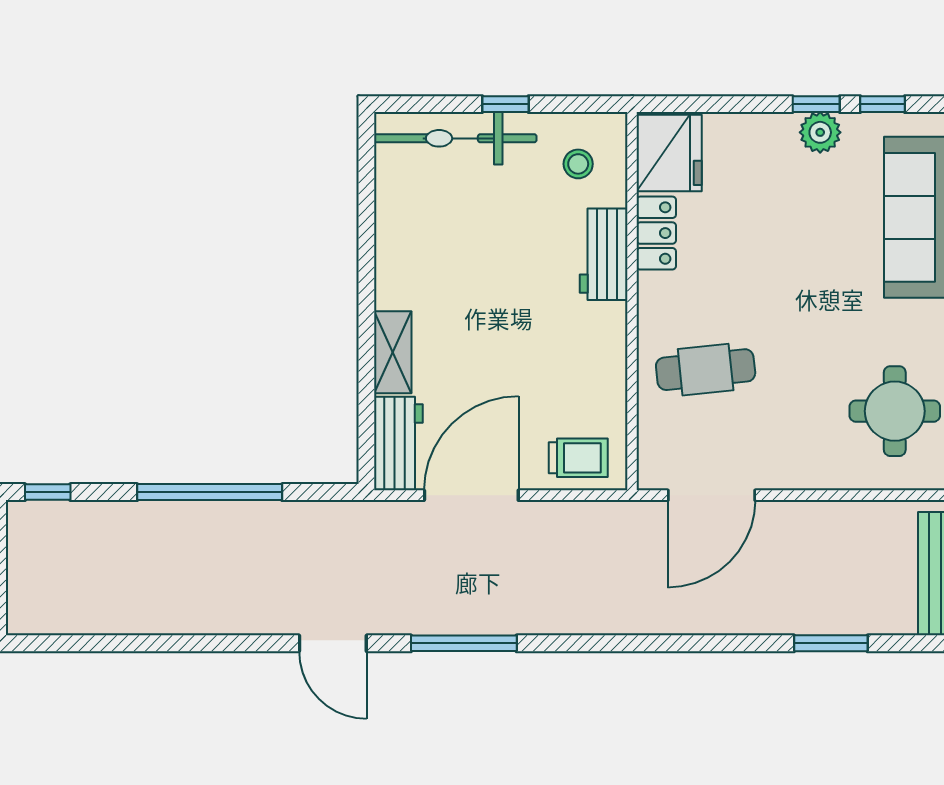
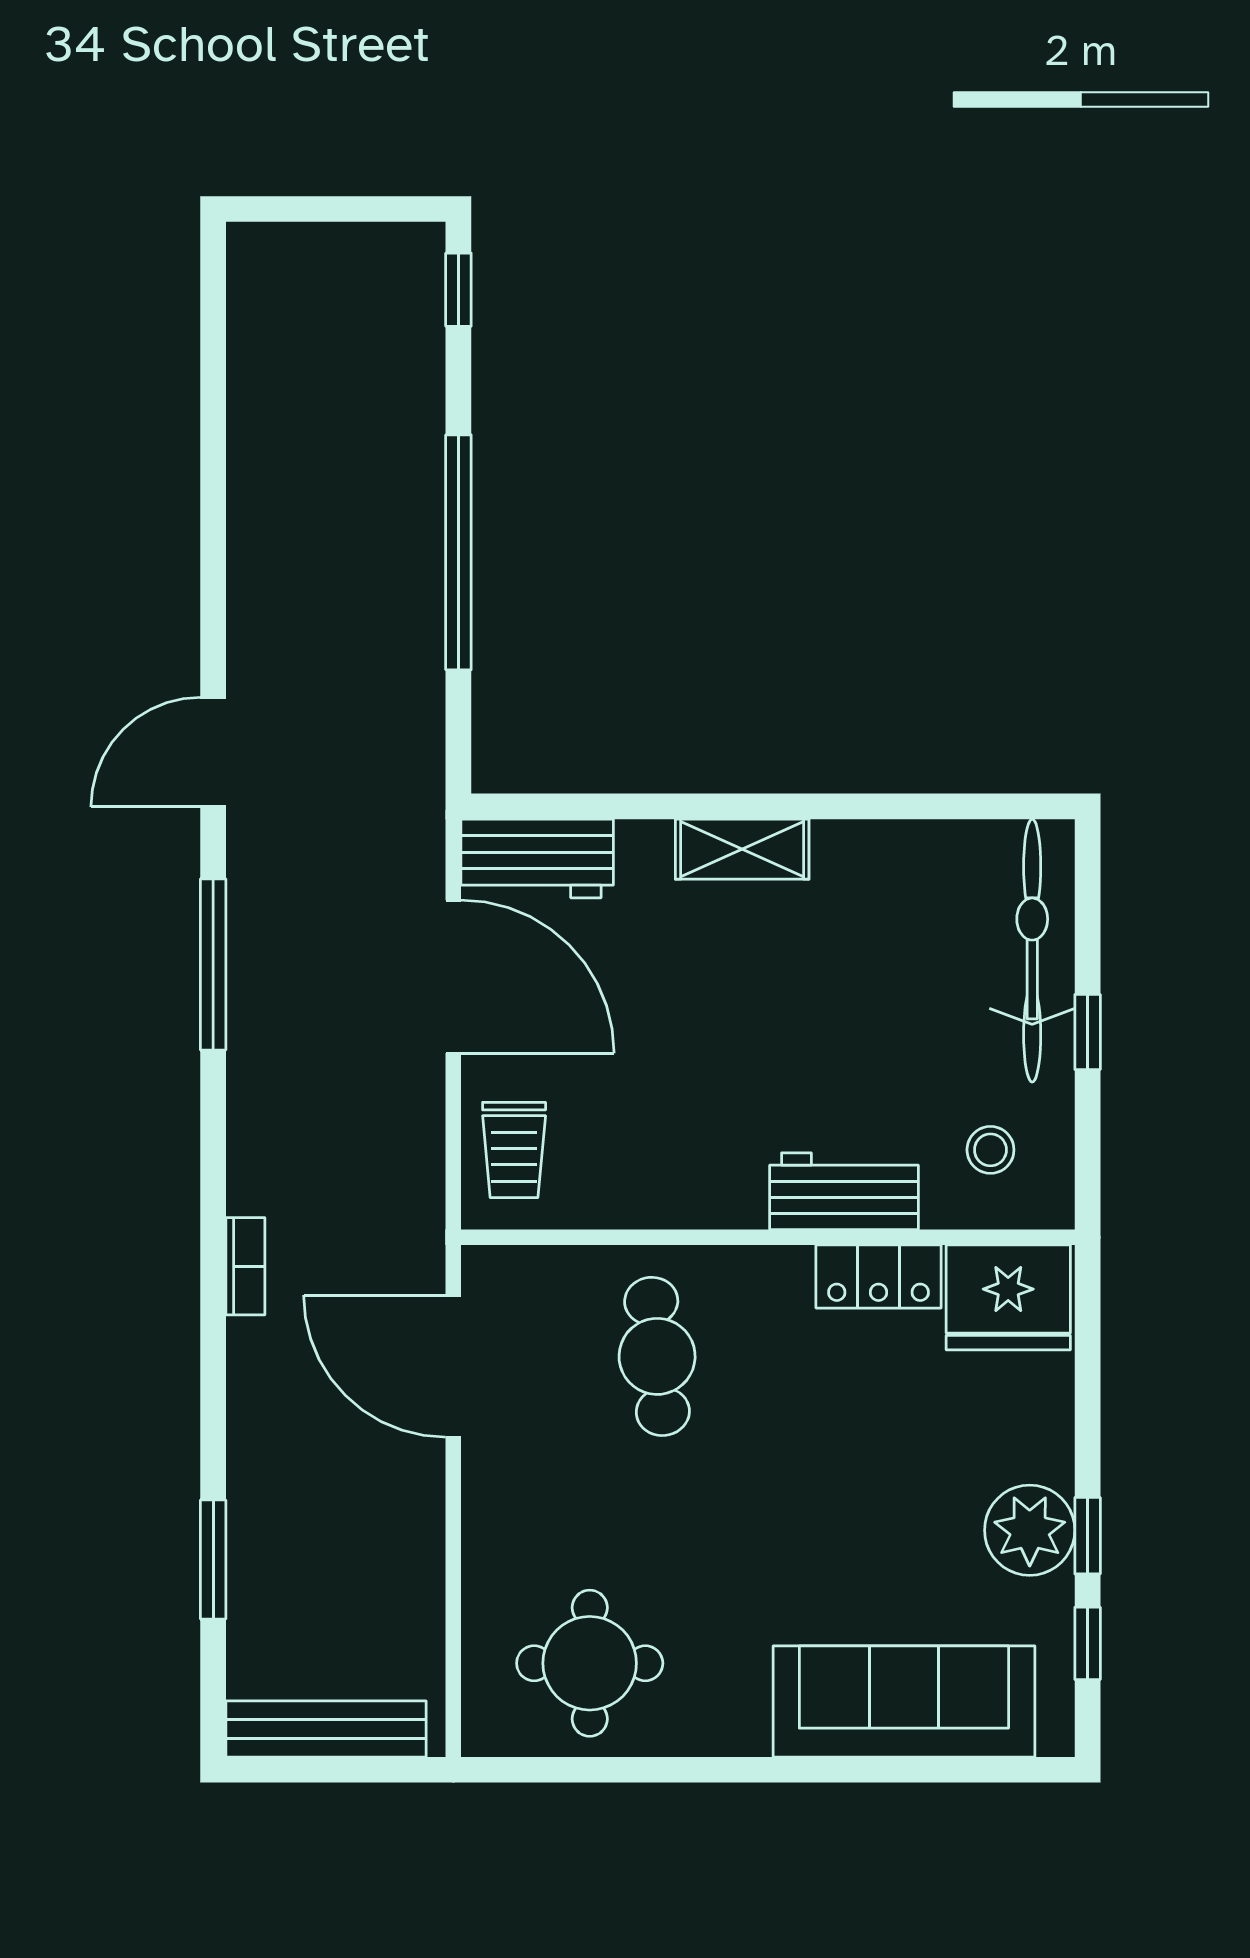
plant: (820, 132) -> (1030, 1530), width x1.36, depth x1.36
shelving: (393, 352) -> (742, 849), moved
bookcase: (650, 623) -> (245, 1266), added

